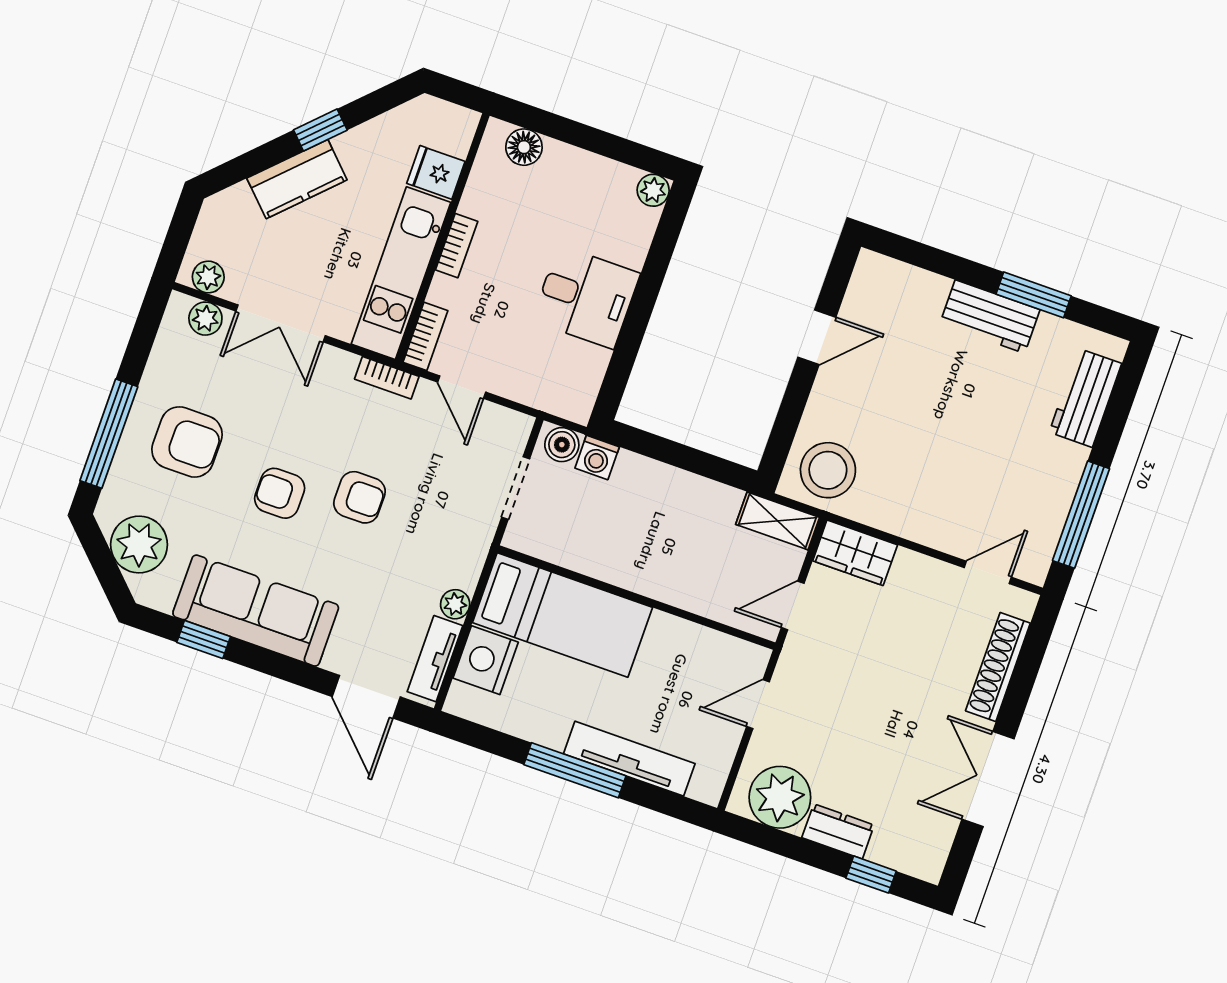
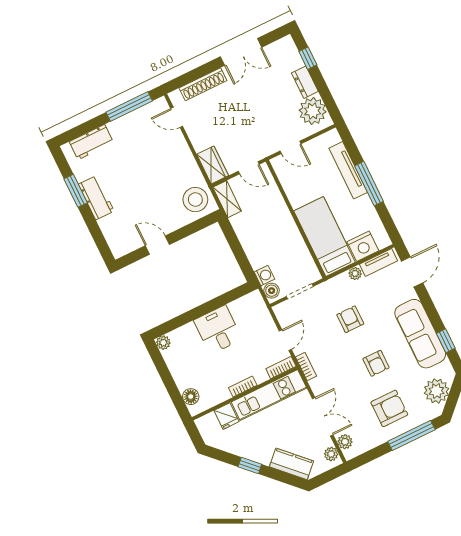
kitchen counter: (297, 179) -> (291, 464), moved
armchair: (187, 442) -> (389, 408), turned 90
armchair: (359, 497) -> (350, 319), moved

